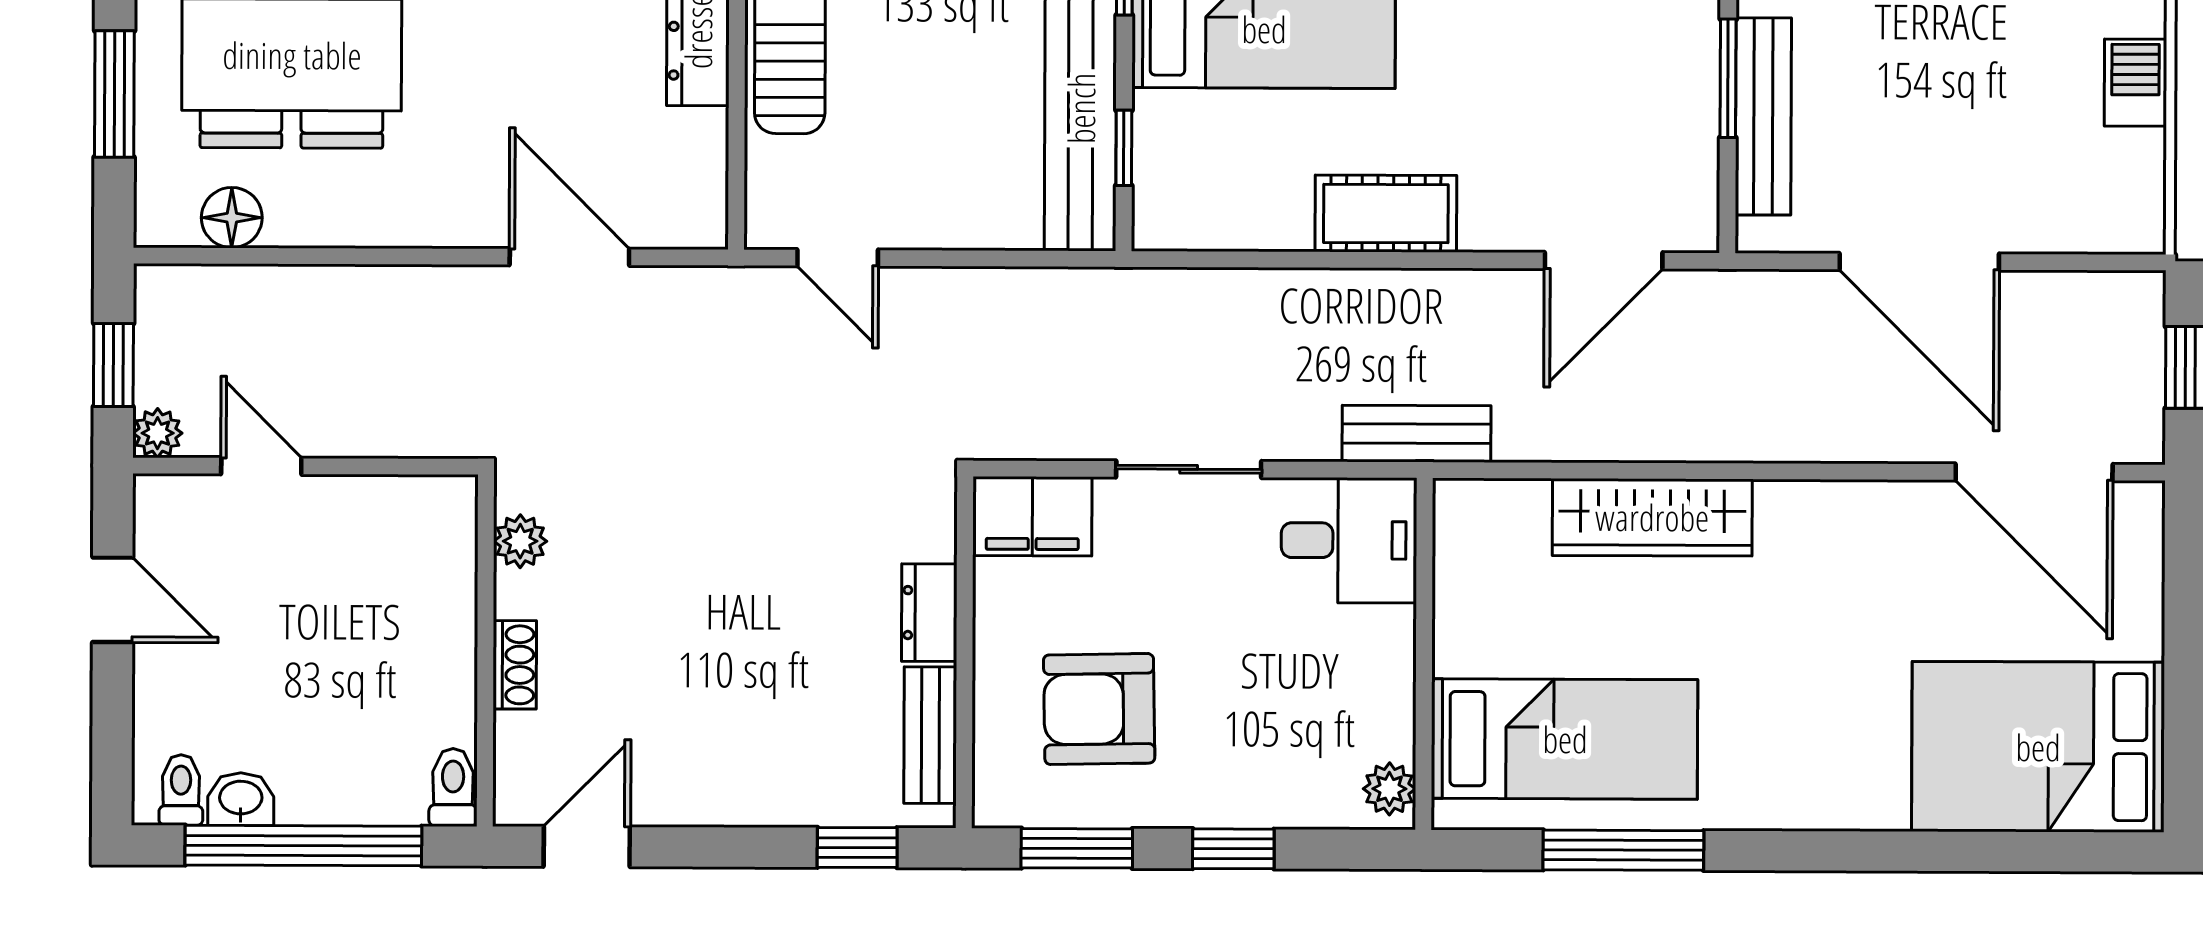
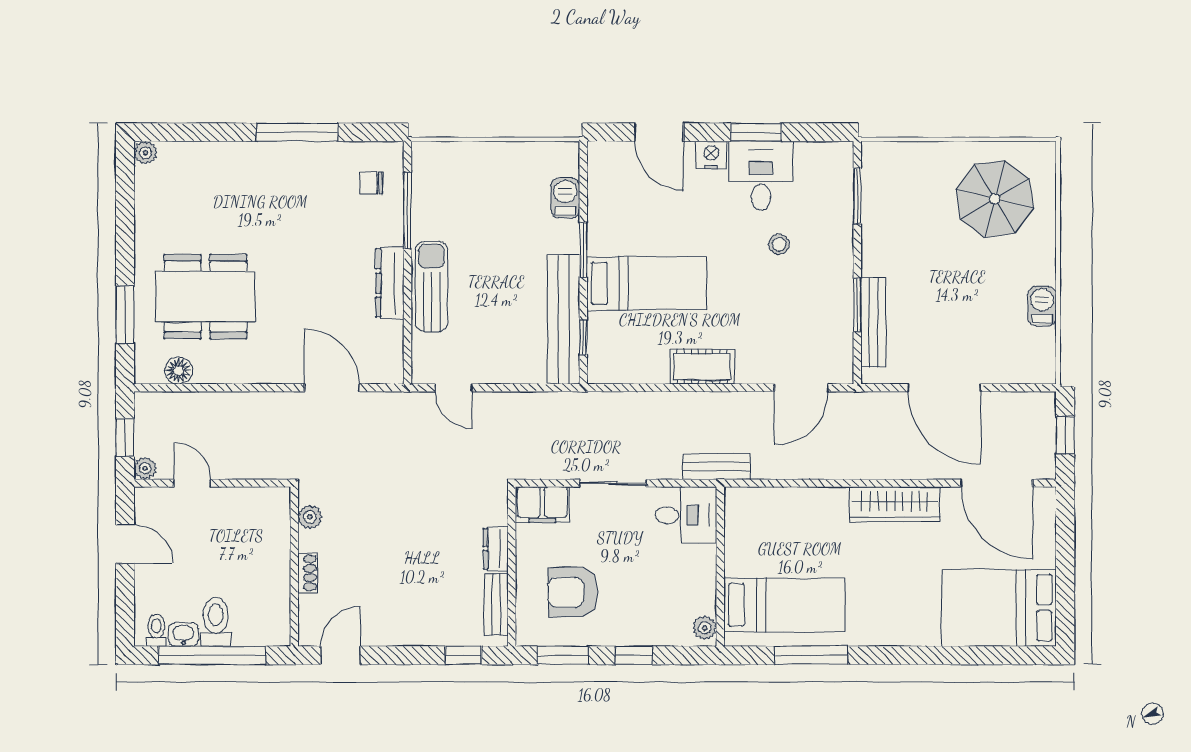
wardrobe: (1652, 517) -> (895, 504), moved
toilet: (453, 787) -> (216, 622), moved, width x1.37, depth x1.39

